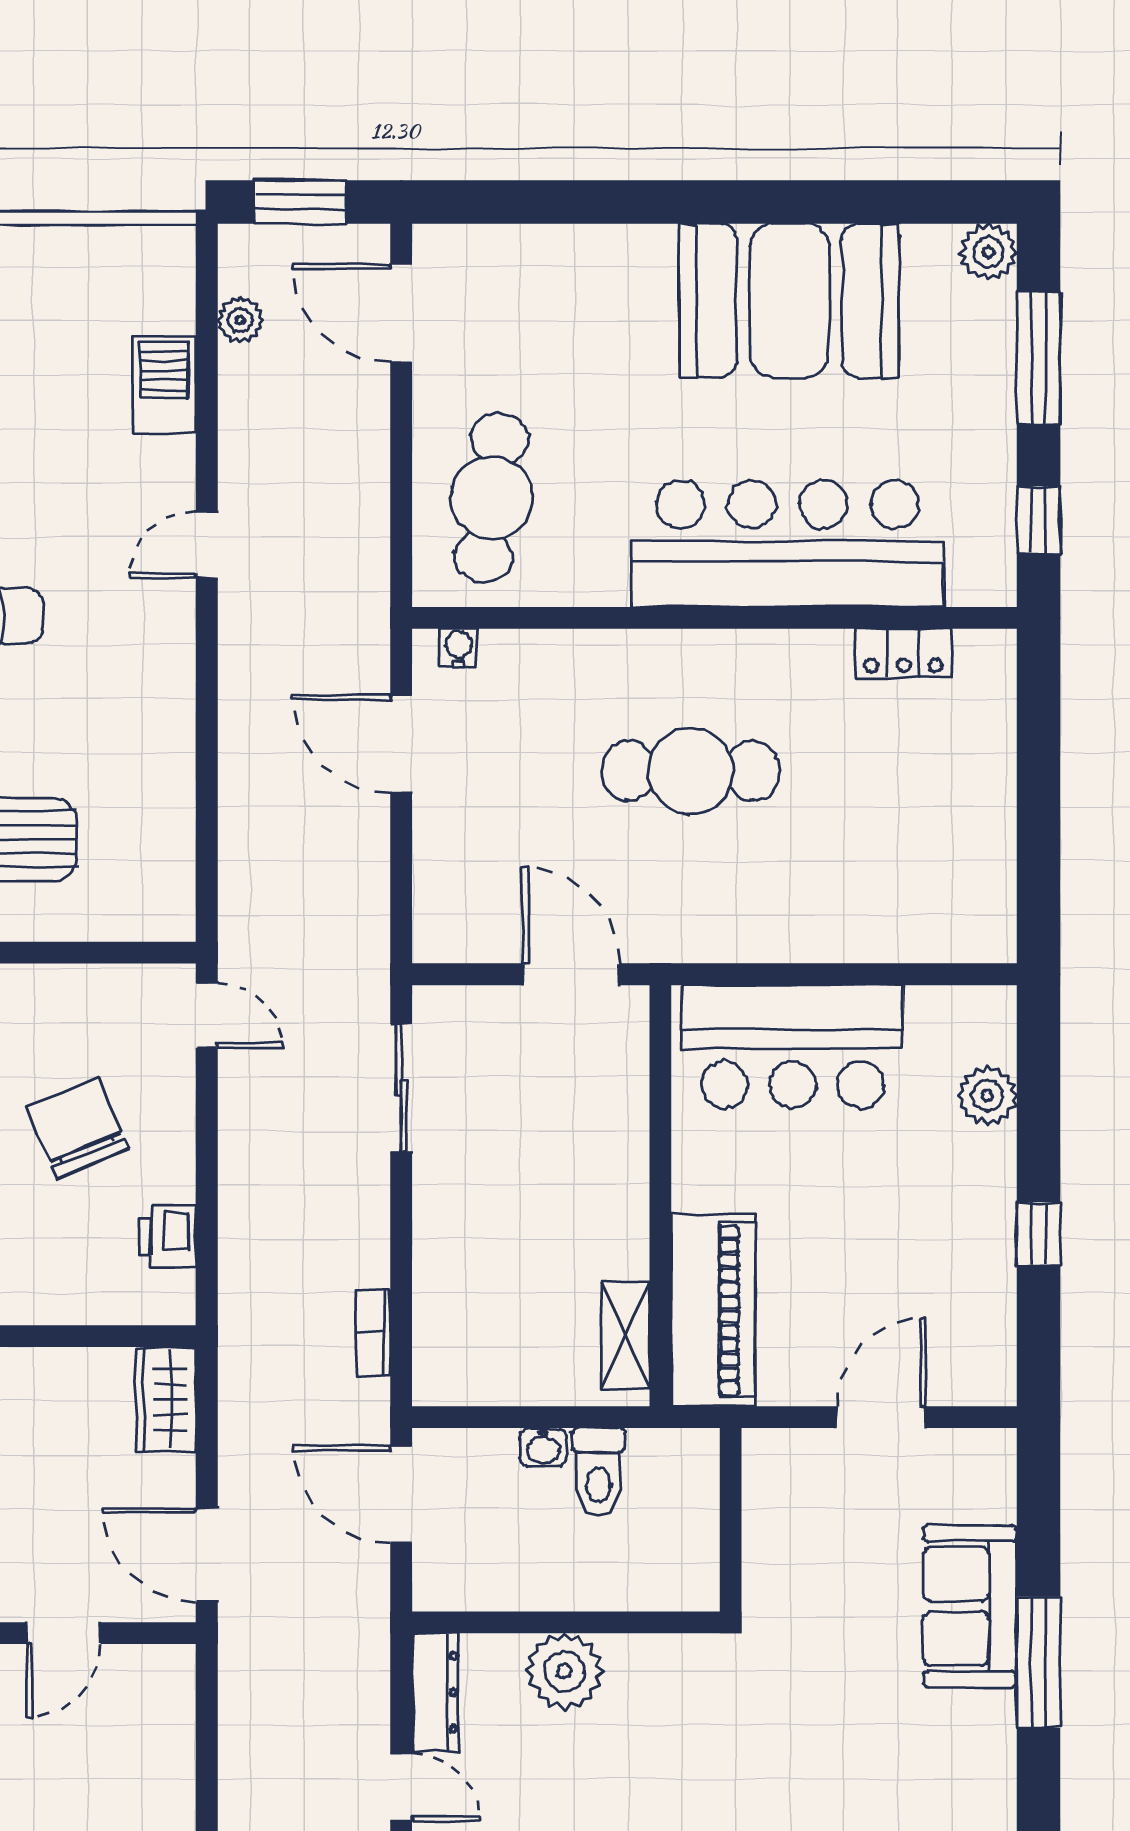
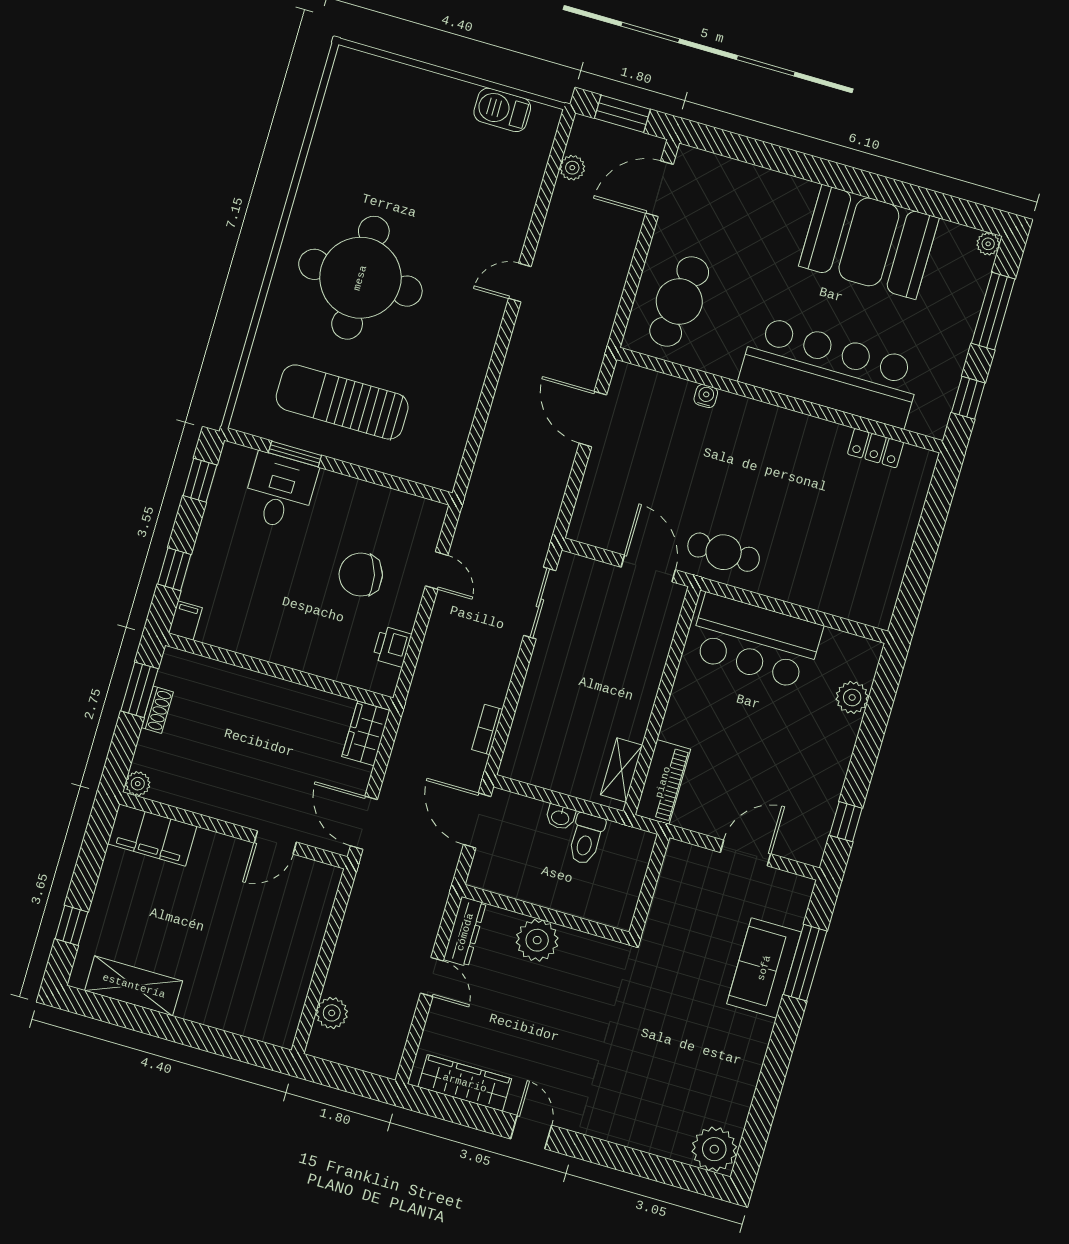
plant: (988, 252) -> (988, 244), width x0.73, depth x0.73
door: (401, 313) -> (659, 189), hinge flipped
barbecue: (164, 385) -> (502, 110), moved, turned -90
water cooler: (458, 648) -> (706, 396), moved
cafe table: (691, 771) -> (724, 552), moved, width x0.73, depth x0.74
door: (207, 1016) -> (437, 571), moved
chair: (78, 1128) -> (361, 575), turned -81
window: (1038, 1234) -> (846, 822), moved
piano: (713, 1310) -> (663, 782), width x0.73, depth x0.75
window: (1038, 1662) -> (805, 963), moved

